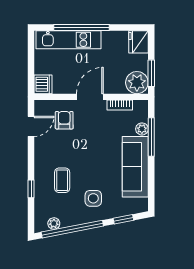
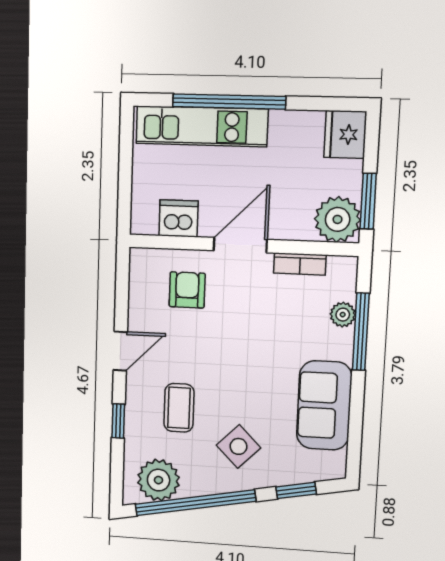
dishwasher: (43, 84) -> (179, 218), moved, turned -90
door: (31, 126) -> (120, 351), moved
sofa: (135, 167) -> (324, 405), width x0.73
side table: (93, 198) -> (238, 446), turned 45
plant: (54, 224) -> (159, 480), width x1.88, depth x1.88

